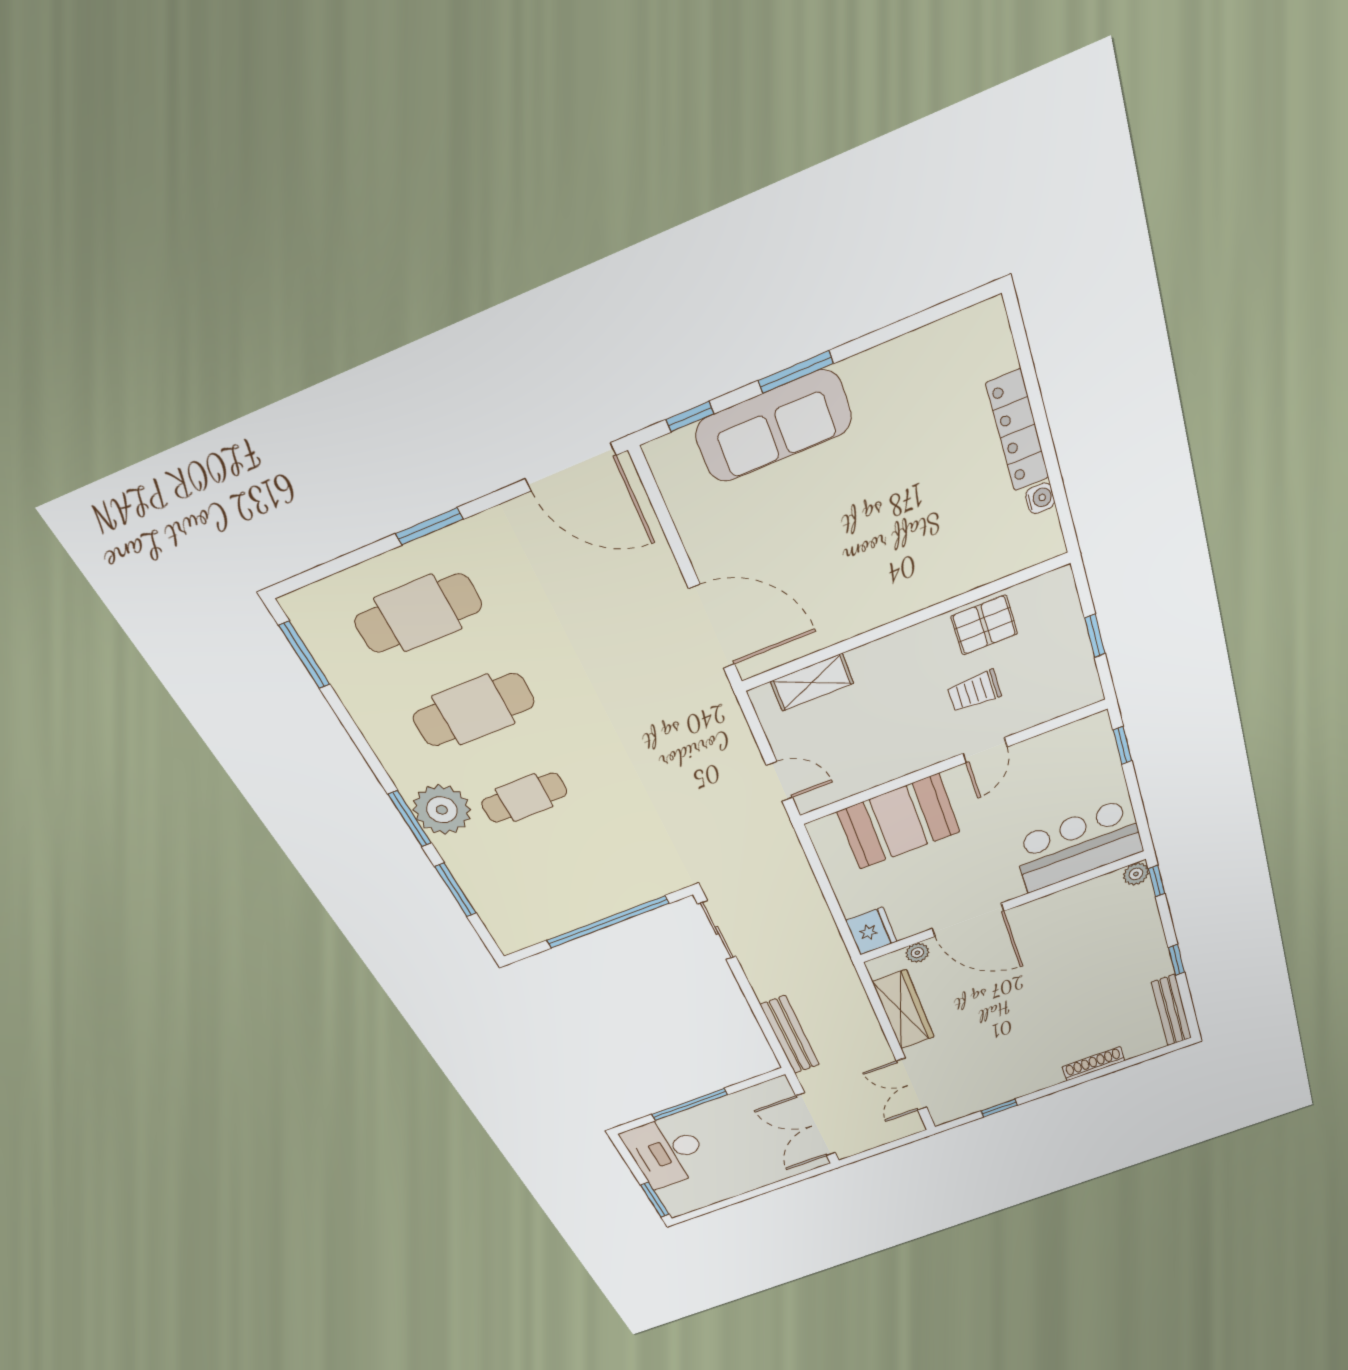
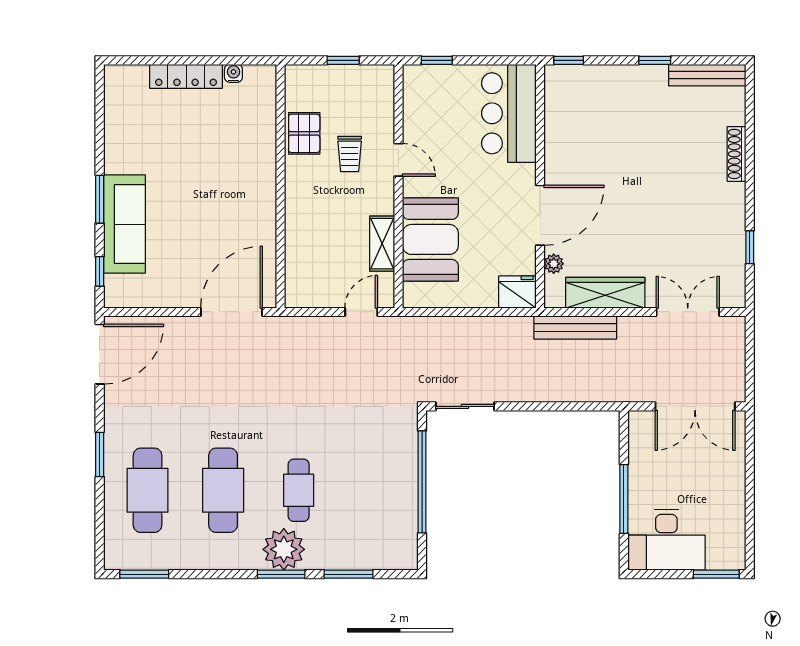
shelving: (812, 682) -> (382, 244), moved
plant: (1136, 874) -> (555, 75), removed
bench: (790, 1035) -> (575, 328), moved
double door: (912, 1084) -> (688, 312), swing flipped

